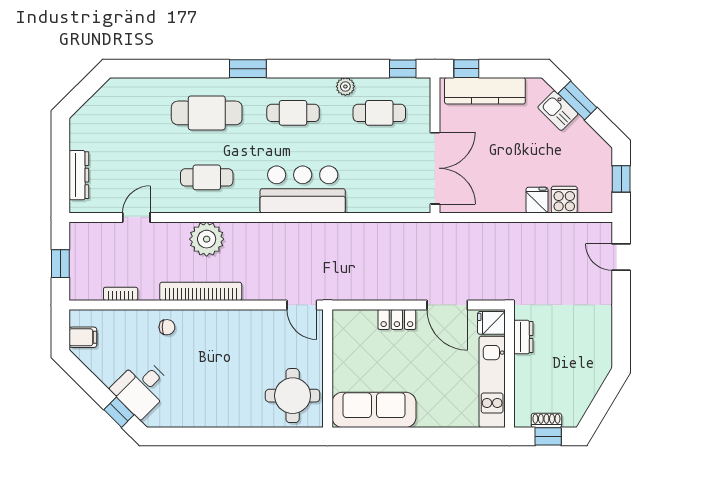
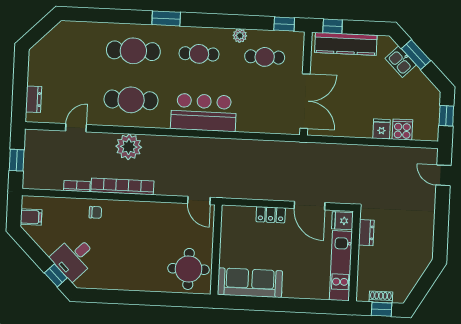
dresser: (79, 175) -> (34, 99), width x0.70
cafe table: (207, 177) -> (131, 100), width x1.37, depth x1.35
bookcase: (121, 294) -> (77, 186), moved

